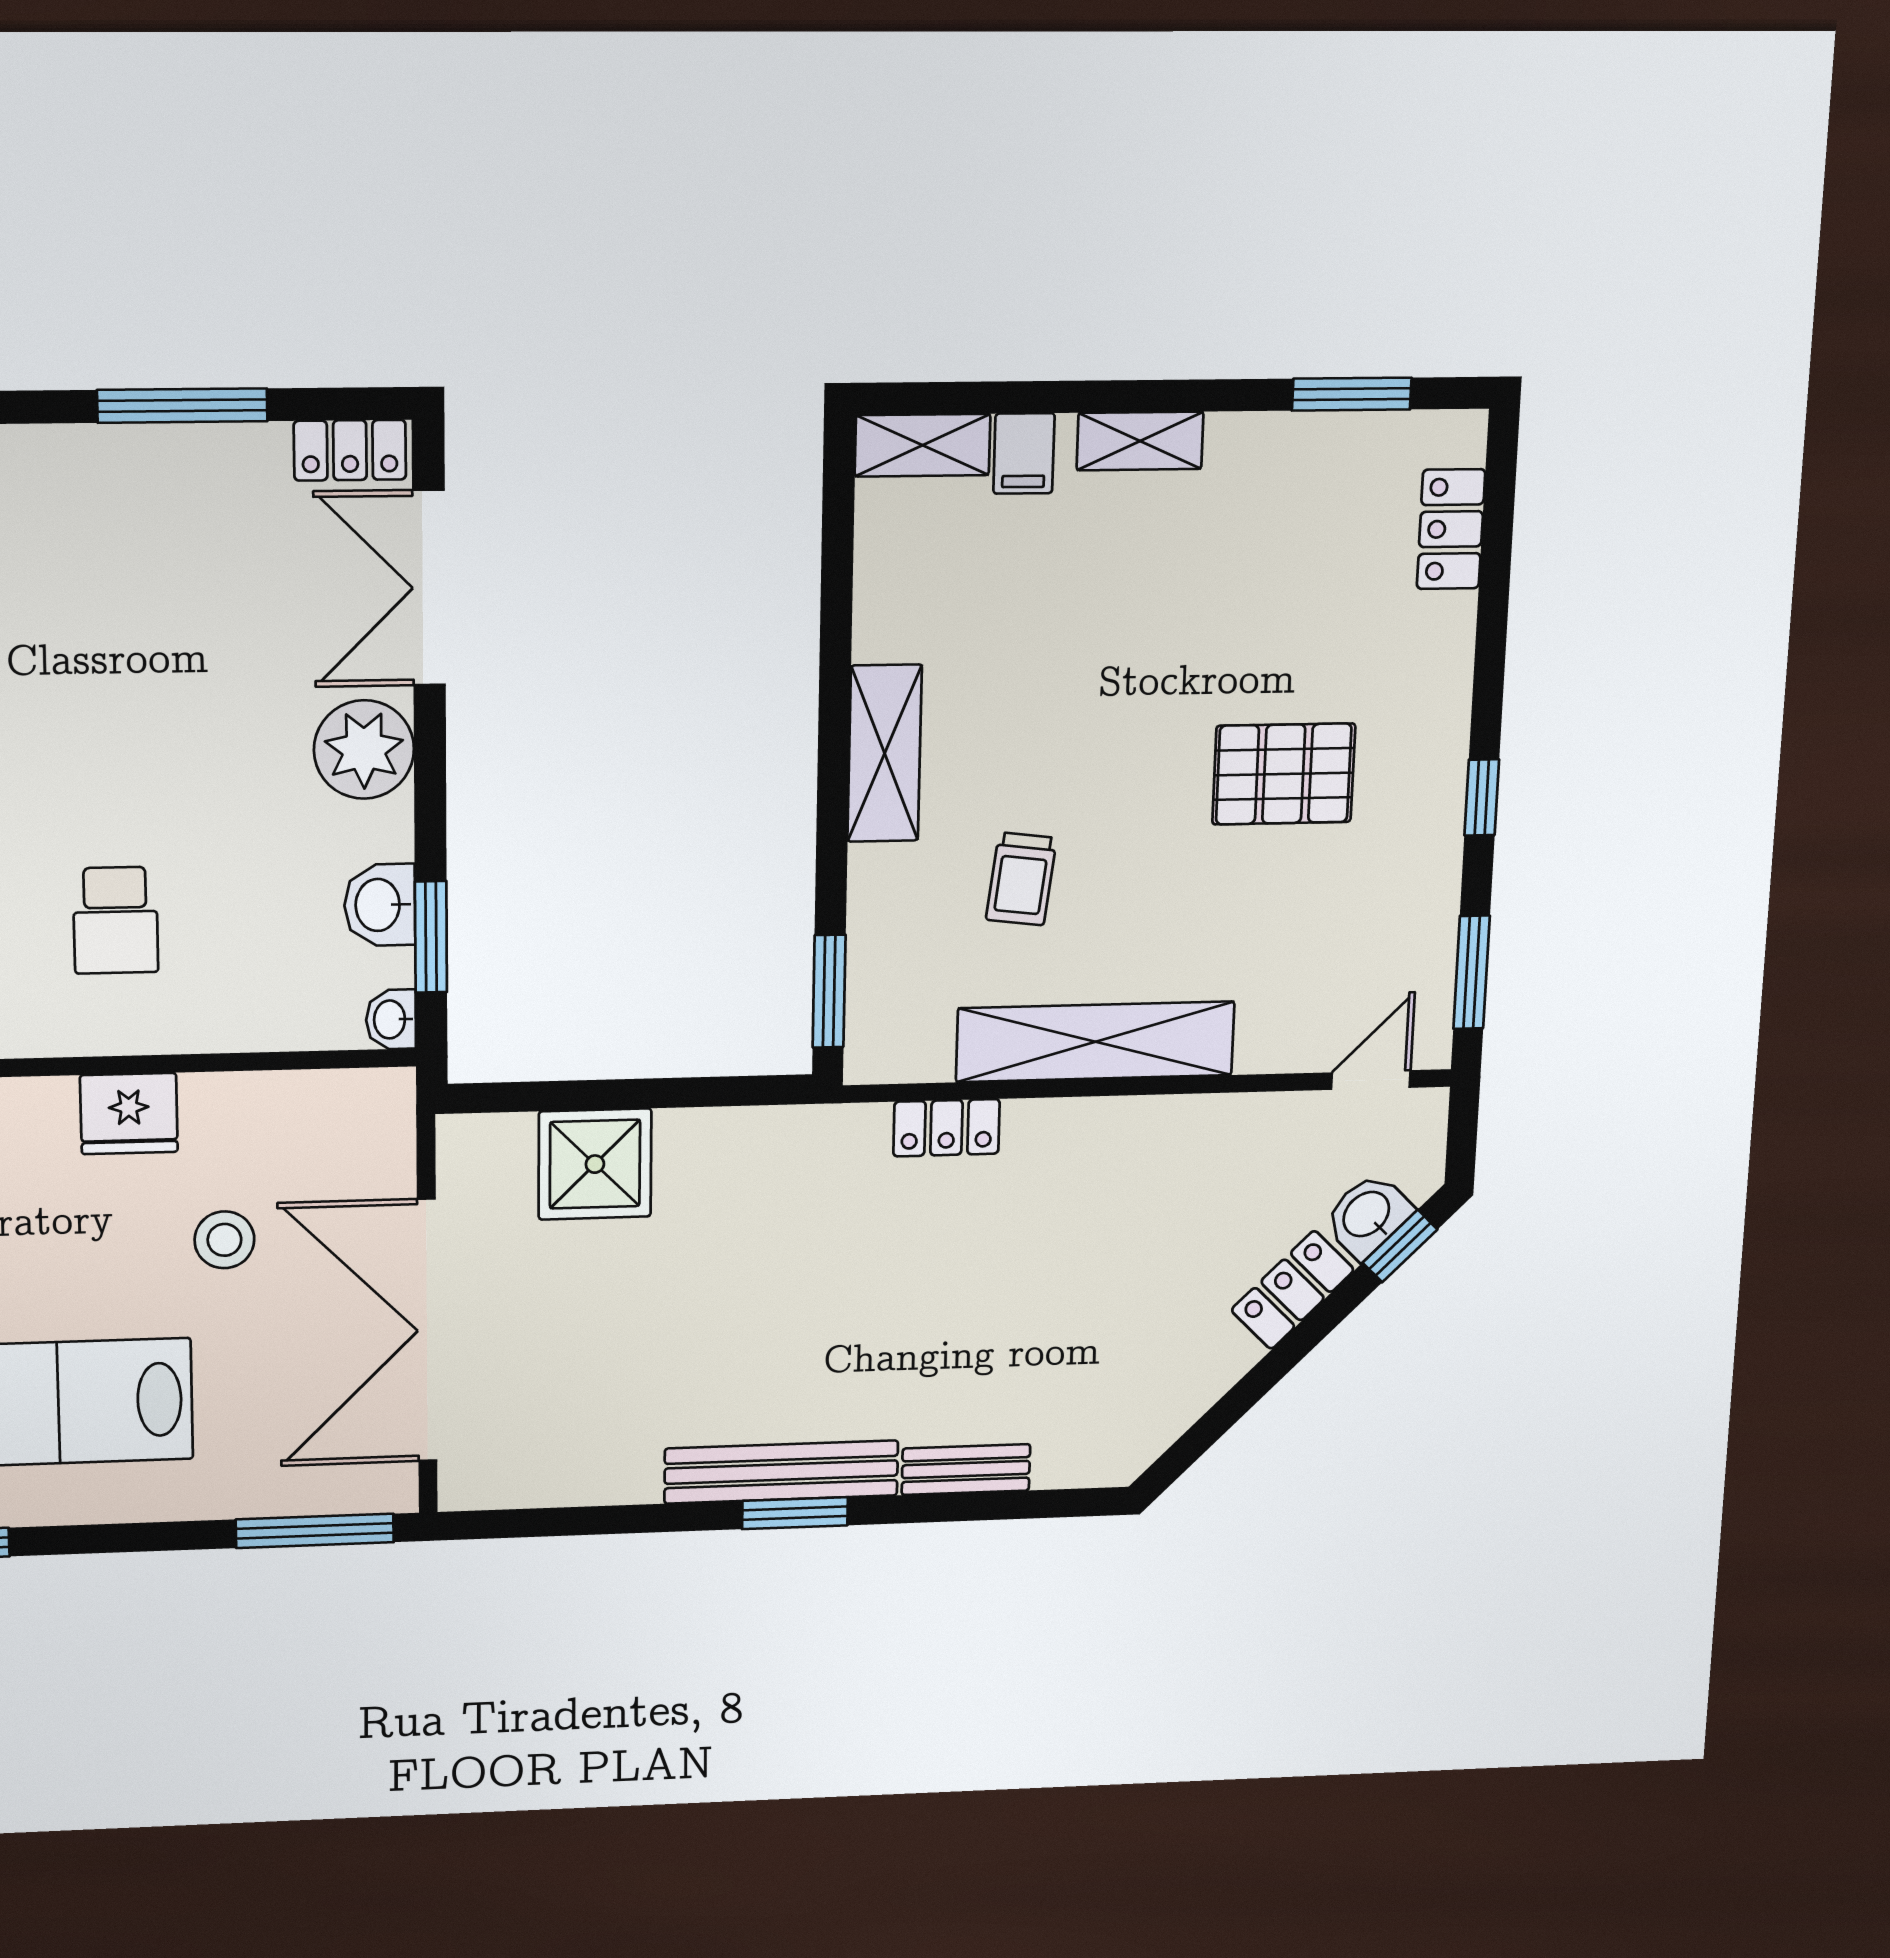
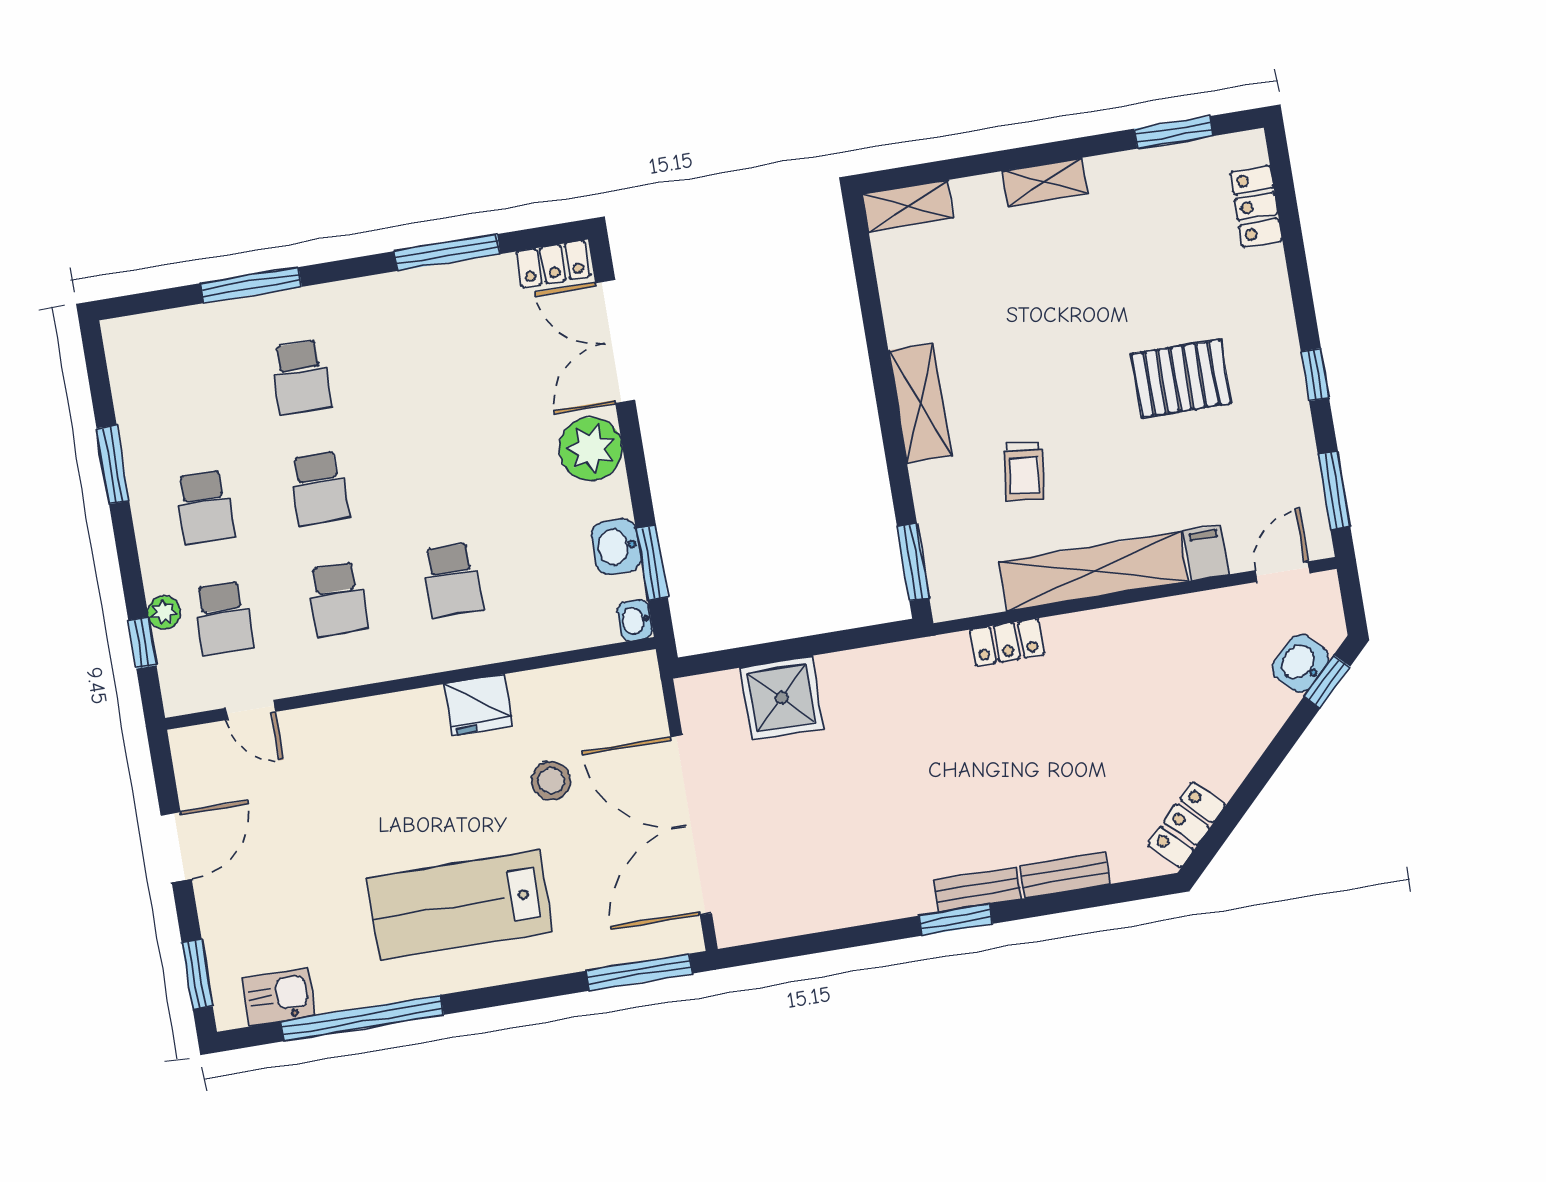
filing cabinet: (1024, 453) -> (1206, 553), moved, turned 180
locker: (1293, 1290) -> (1187, 825), moved
bench: (781, 1472) -> (978, 890), width x0.54, depth x0.82

